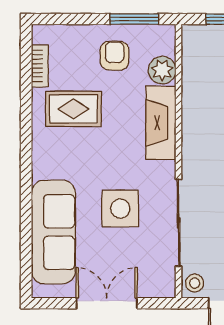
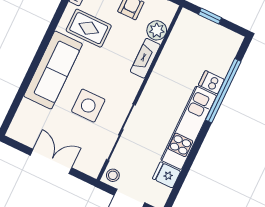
fireplace: (161, 123) -> (145, 58), width x0.73, depth x0.76
sofa: (53, 232) -> (53, 70), moved

